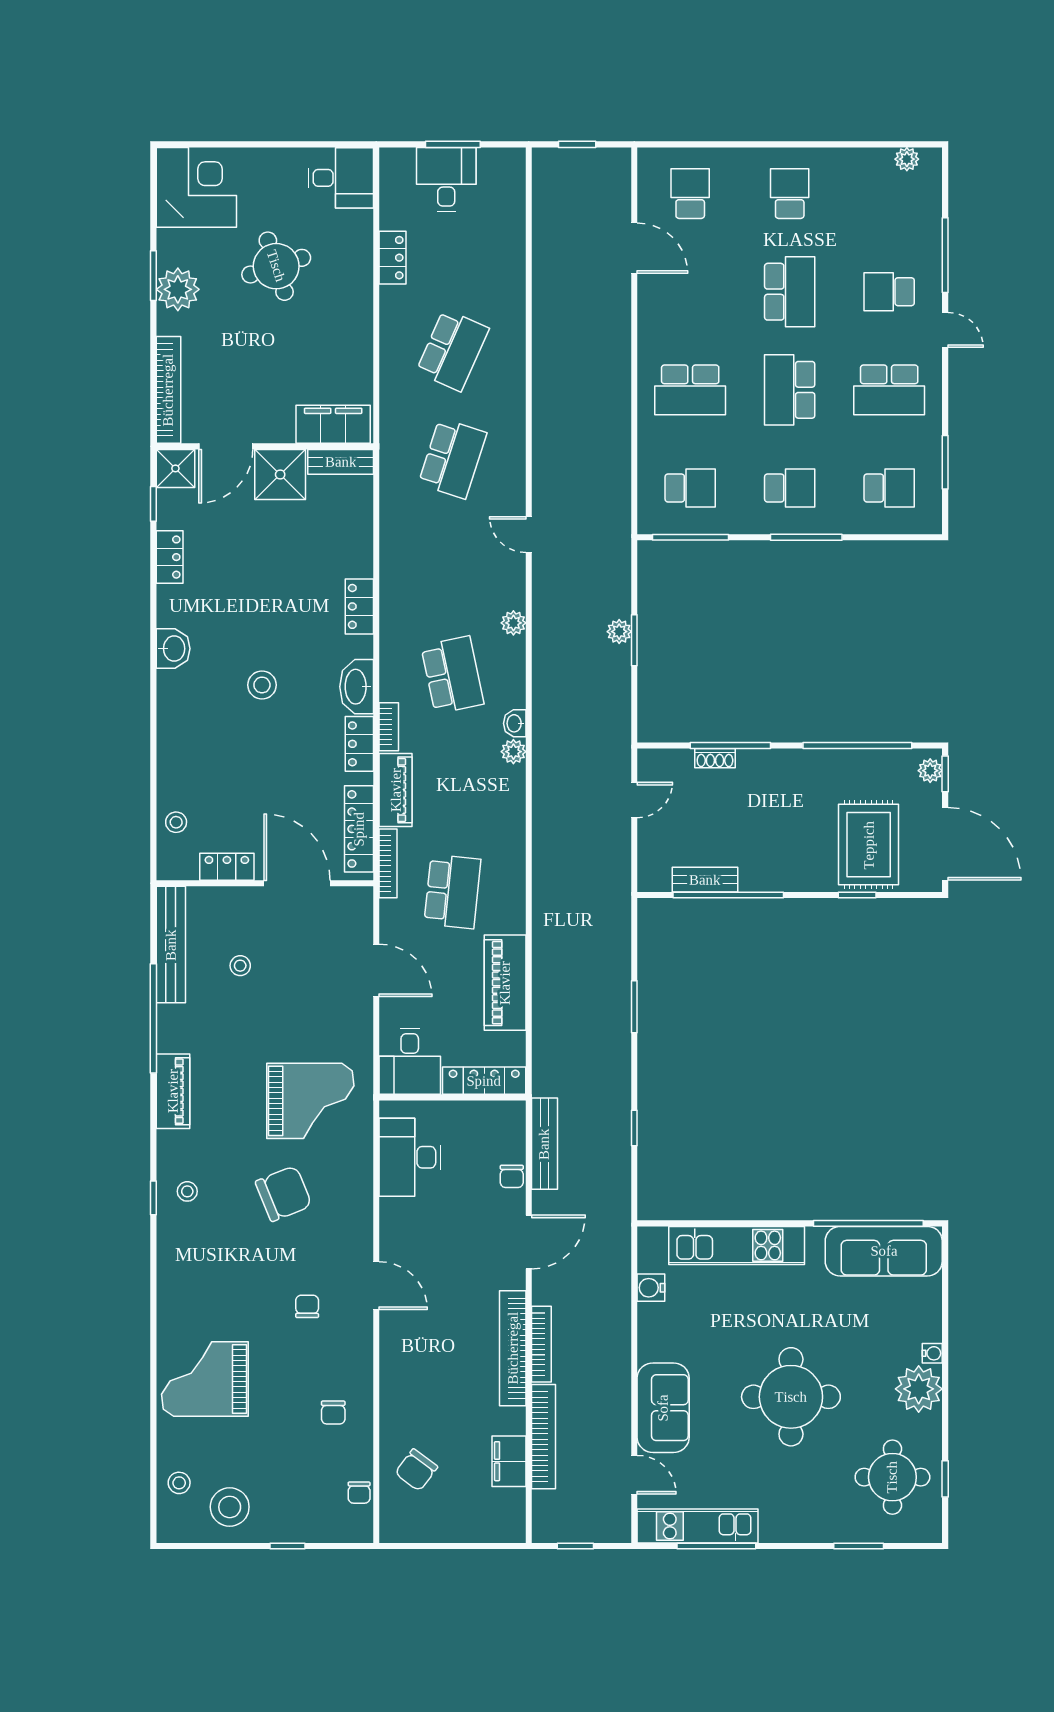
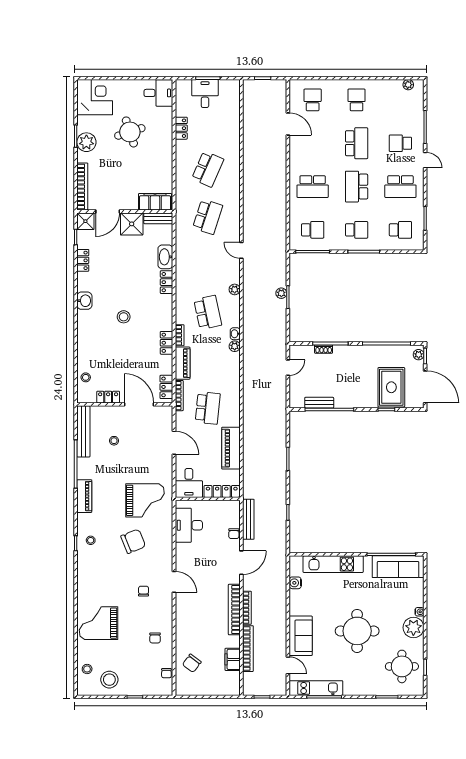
washbasin: (357, 687) -> (165, 257), moved
locker: (359, 829) -> (166, 387), width x0.66

